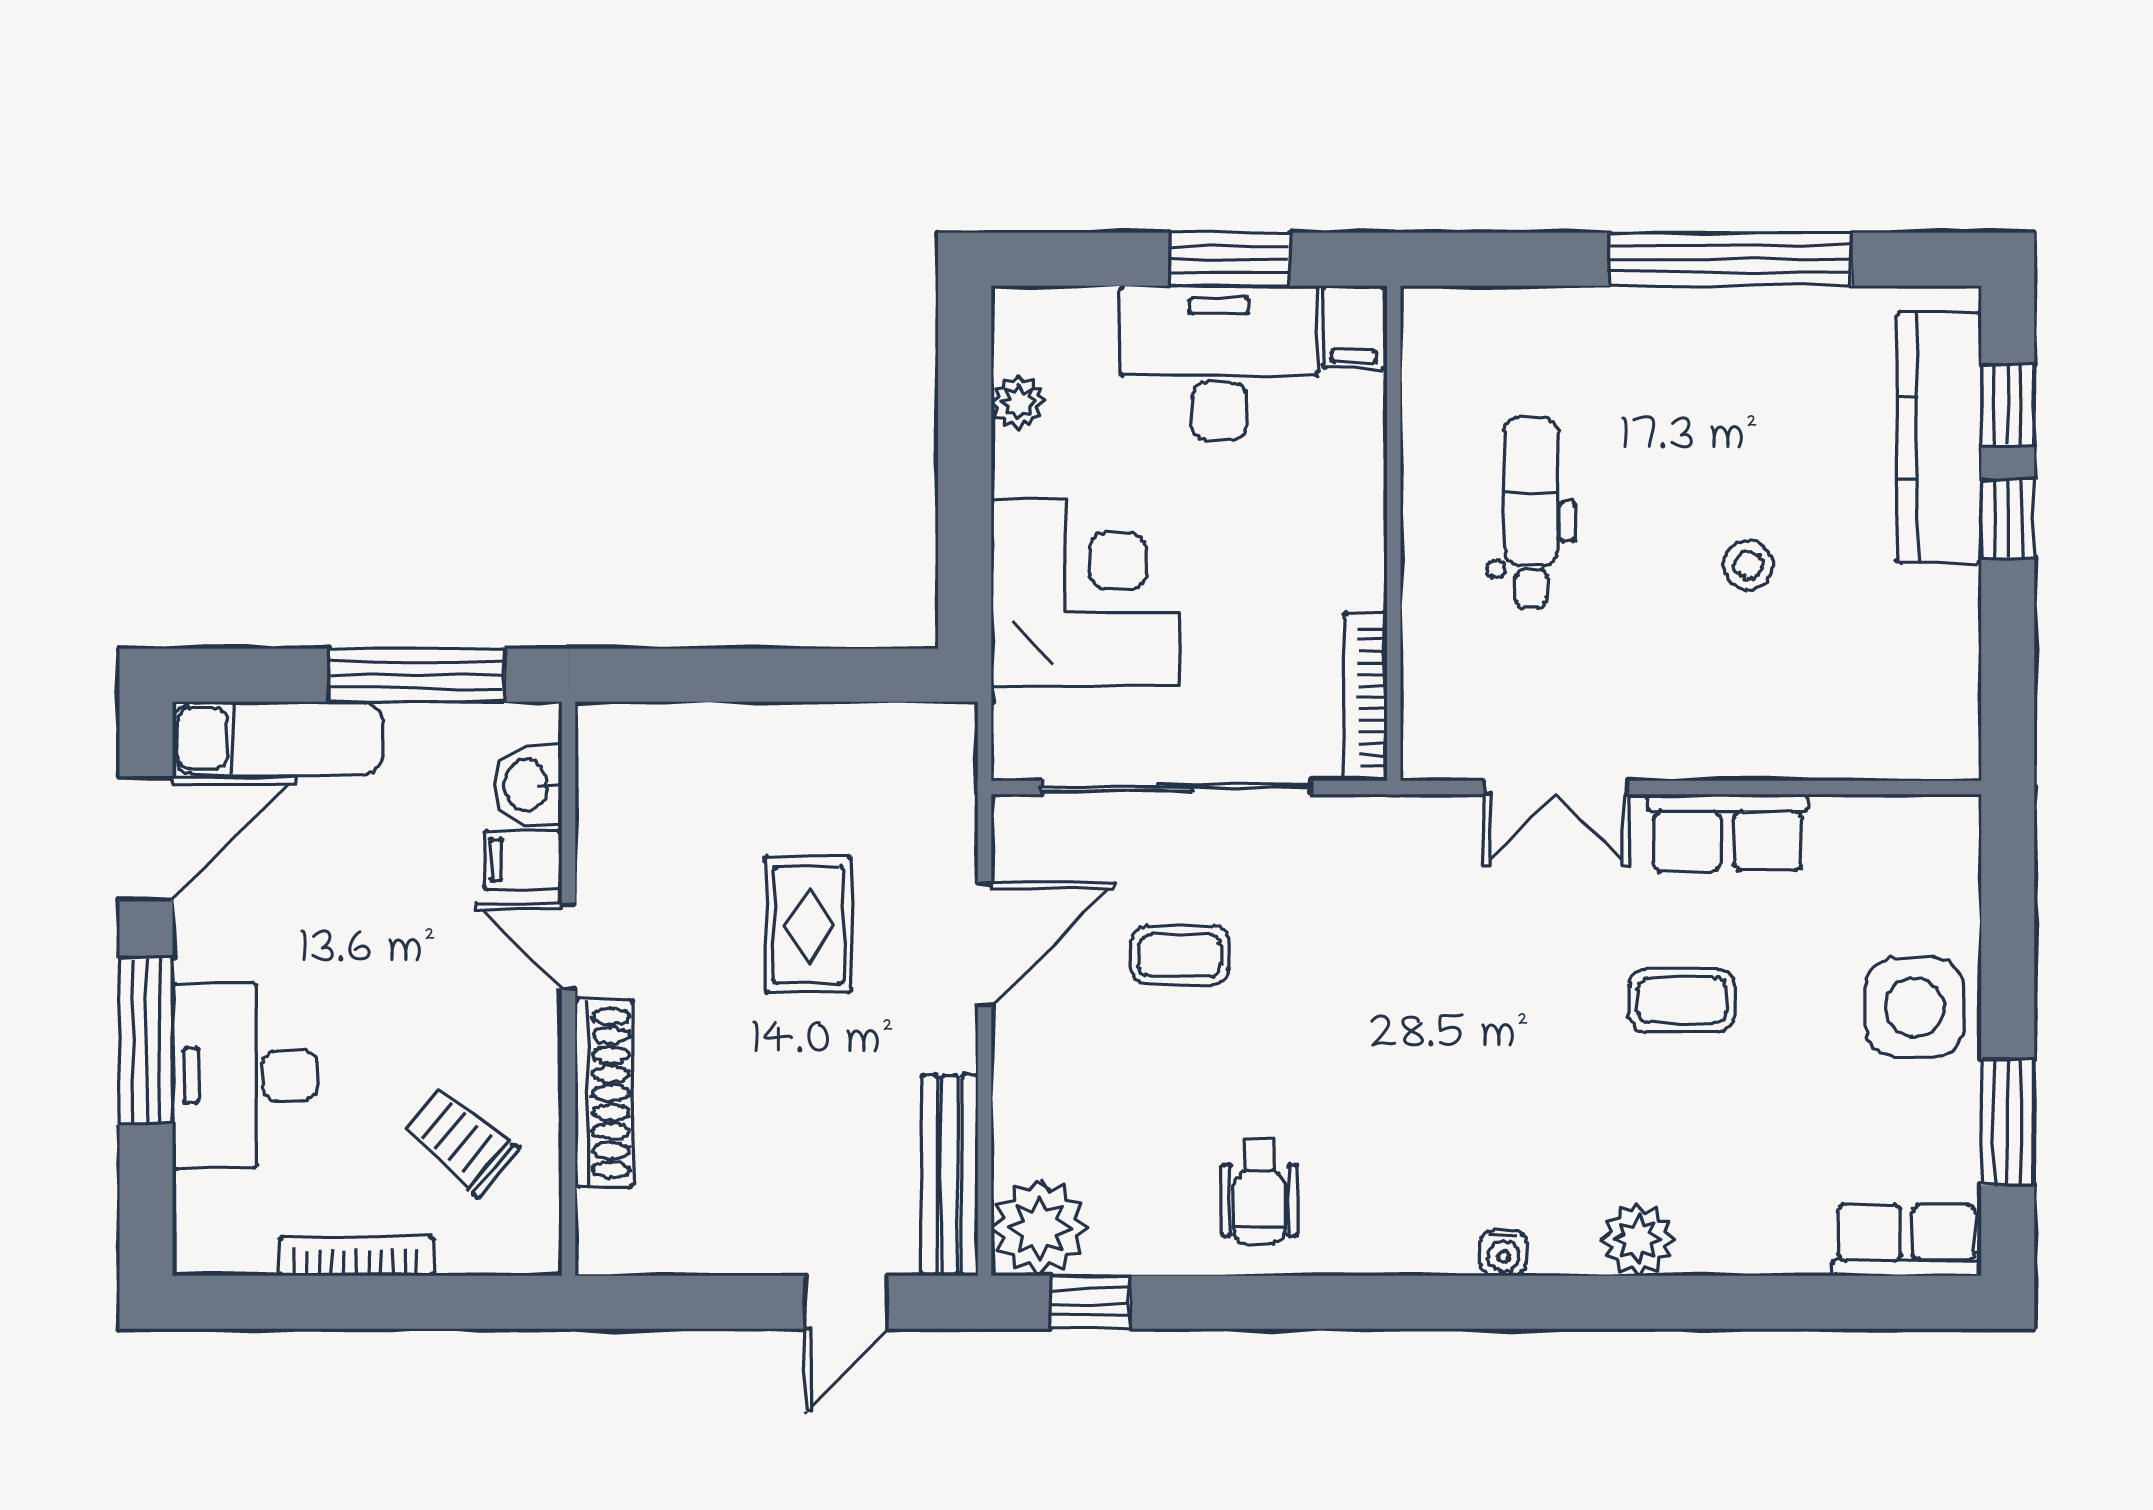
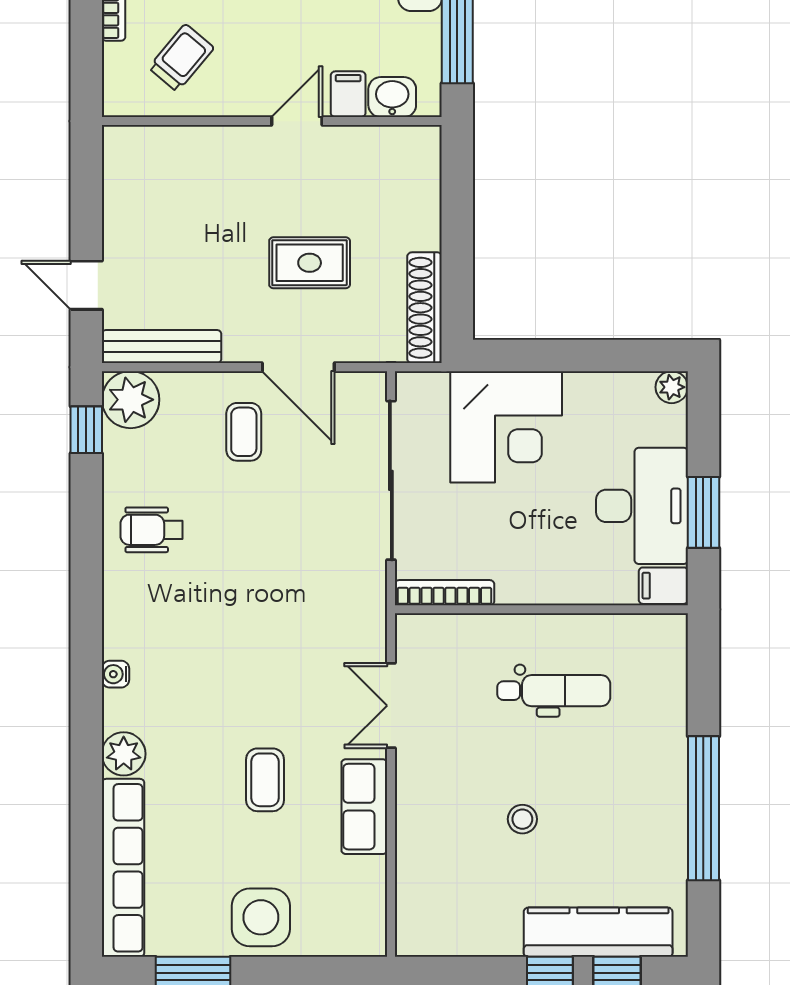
plant: (1018, 402) -> (672, 387), moved
coffee table: (1180, 955) -> (244, 432), moved
shoe rack: (604, 1093) -> (425, 308), moved, turned 90
row of seats: (1907, 1240) -> (123, 868), width x2.02

